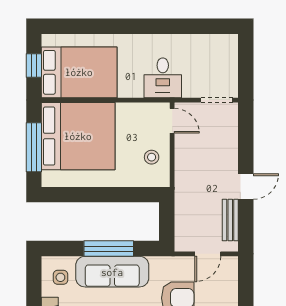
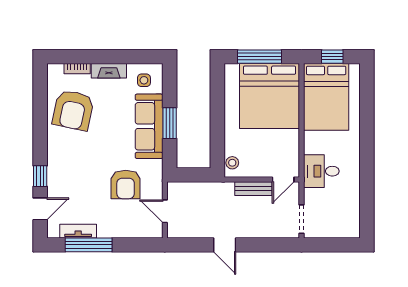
stool: (152, 157) -> (232, 163), moved
bench: (230, 220) -> (253, 189), moved
window: (109, 249) -> (170, 123), width x0.69

